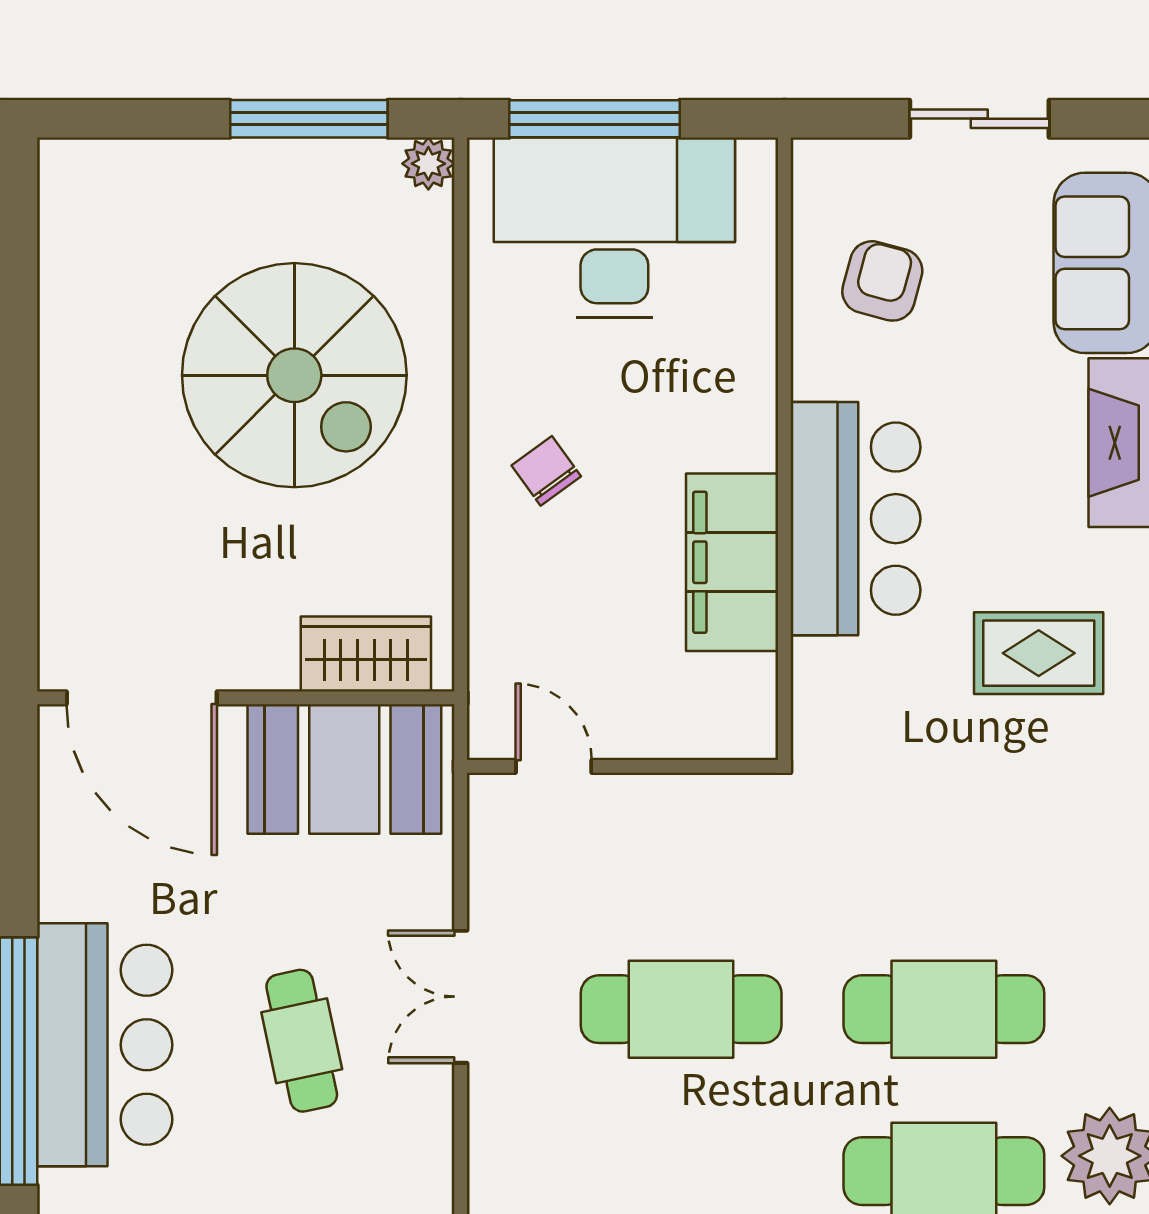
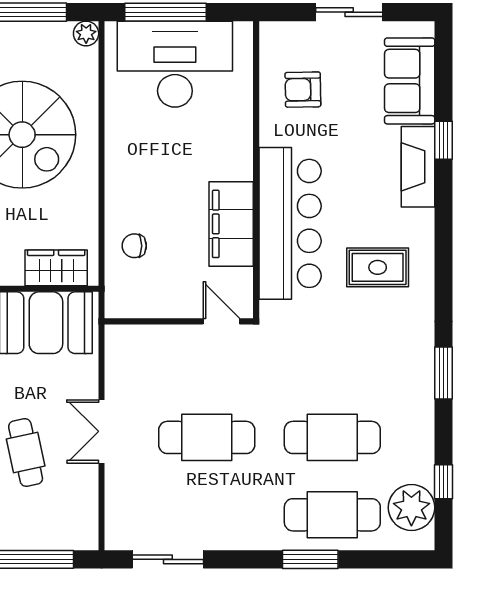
armchair: (882, 281) -> (303, 90), turned -106
chair: (546, 471) -> (134, 246), moved, turned -54
bar counter: (855, 519) -> (290, 223), width x1.36
door: (554, 766) -> (221, 321), moved

